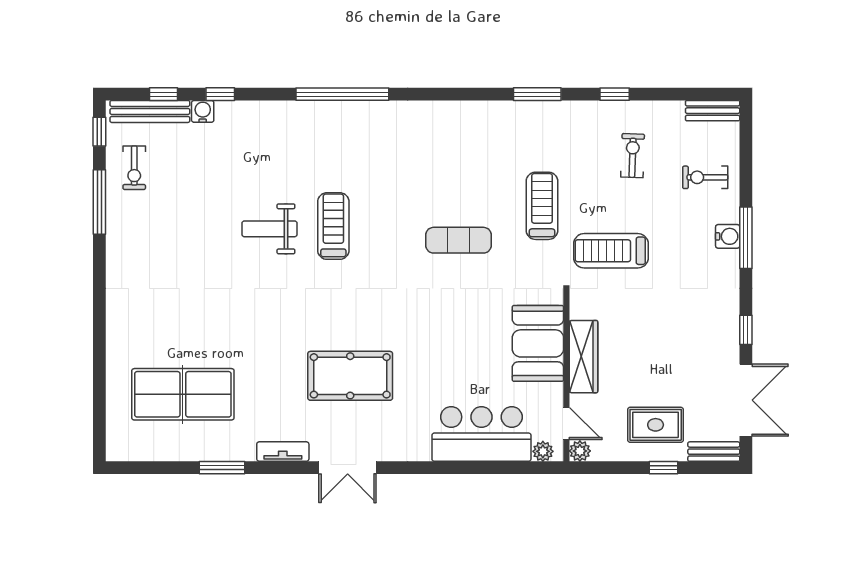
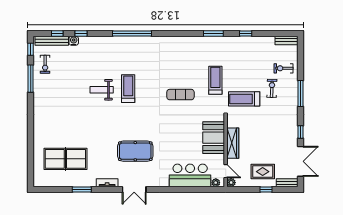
exercise bike: (633, 156) -> (272, 88), moved
water cooler: (728, 236) -> (293, 93), removed

